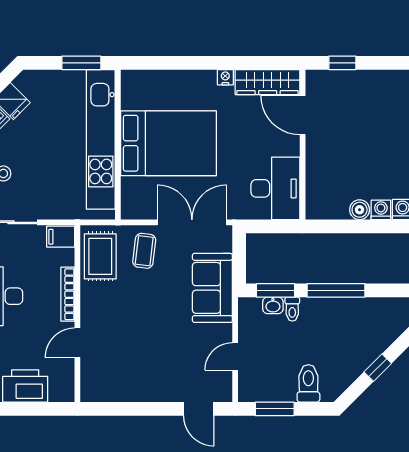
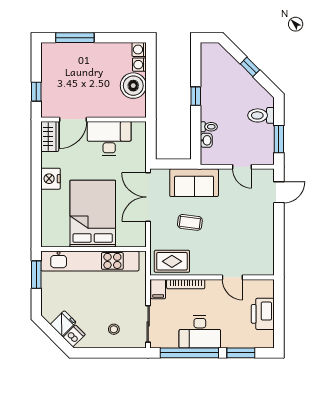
nightstand: (225, 77) -> (51, 179), width x1.89, depth x1.79
wardrobe: (268, 82) -> (50, 136), width x0.67
desk: (275, 188) -> (109, 139), moved
boiler: (360, 210) -> (133, 86), width x1.86, depth x1.86
coffee table: (144, 251) -> (190, 222), moved
window: (275, 290) -> (196, 139), removed
window: (336, 290) -> (196, 96), width x0.46
bookcase: (68, 294) -> (186, 284), moved

